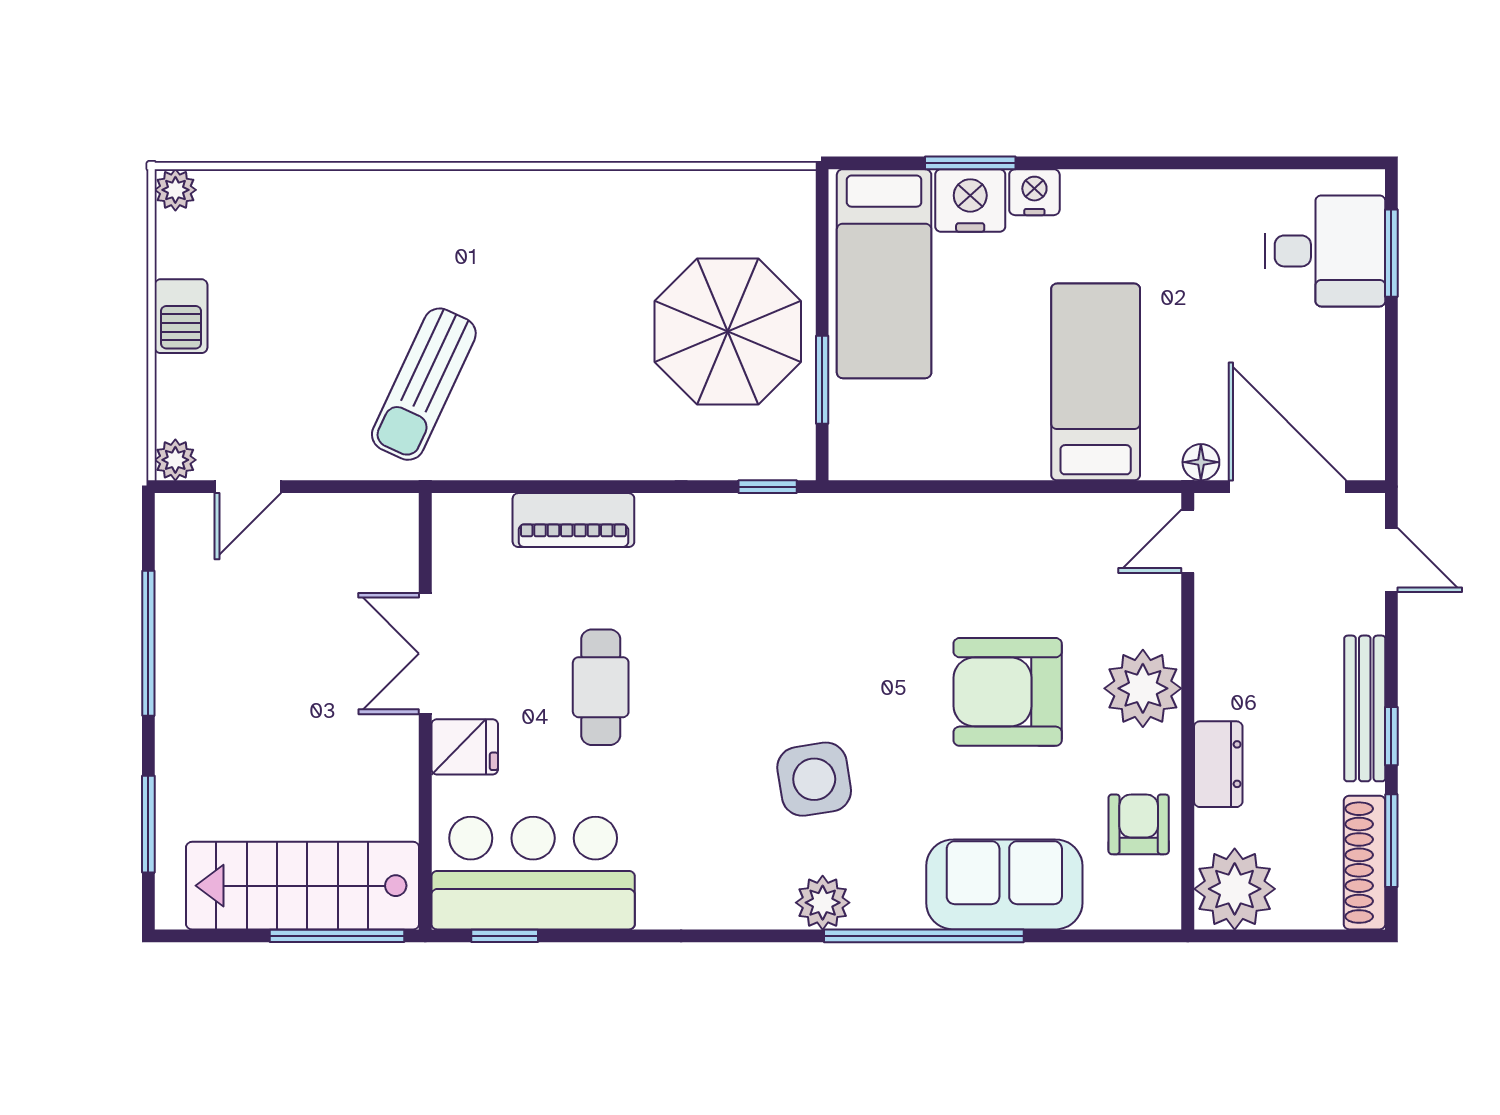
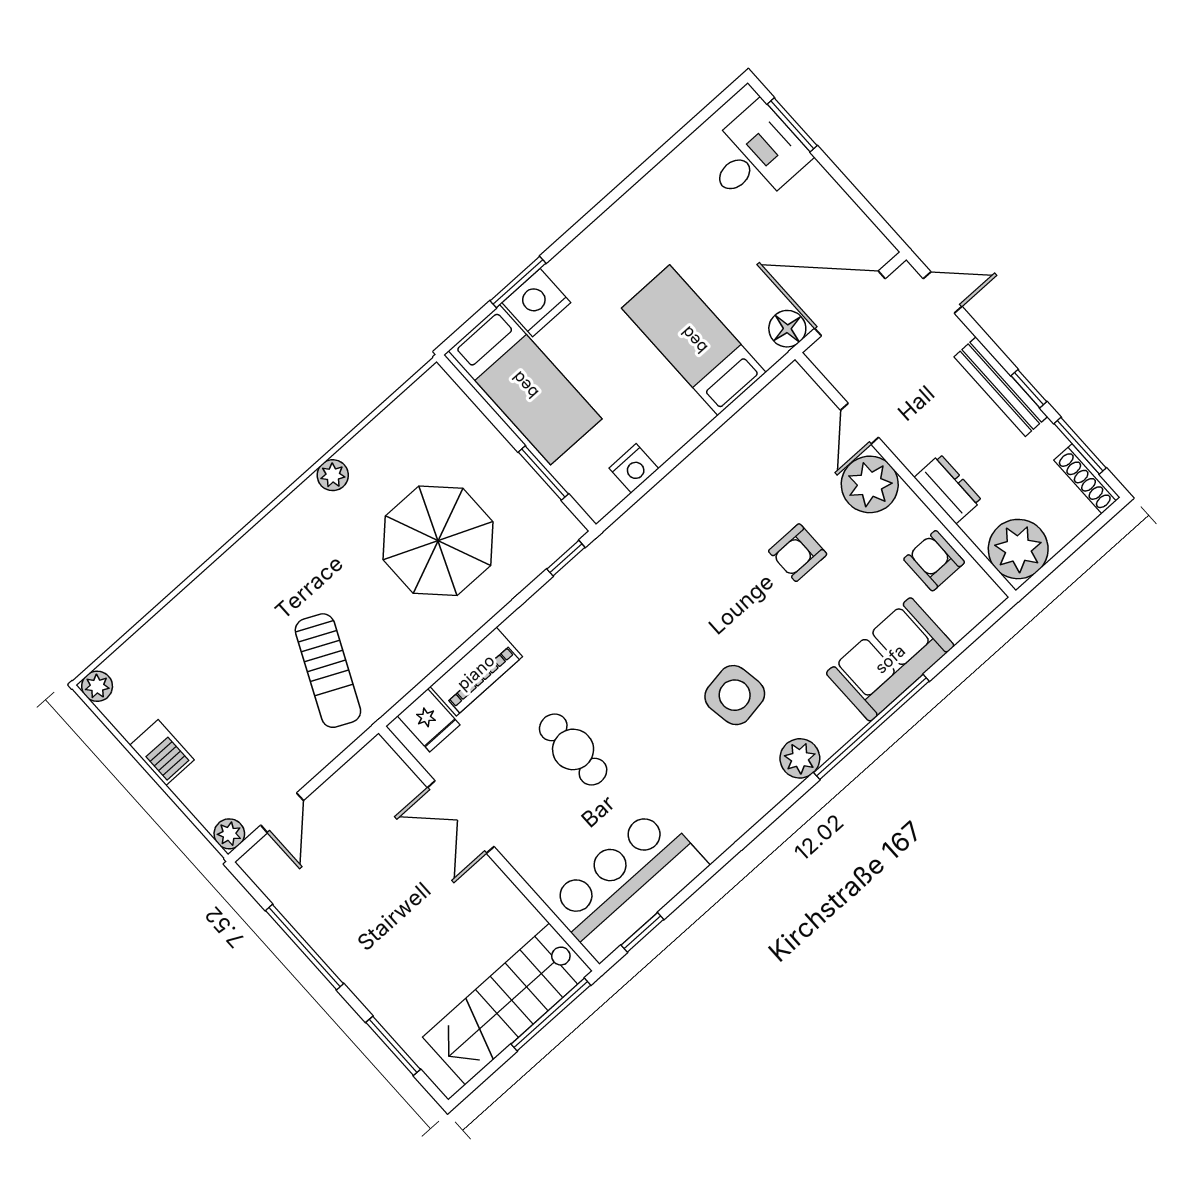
plant: (607, 190) -> (333, 475), added
nightstand: (1034, 192) -> (634, 468), moved, turned 180
parasol: (728, 332) -> (438, 541), moved
floor lamp: (1201, 462) -> (787, 329), width x1.37, depth x1.37
door: (1188, 541) -> (860, 424), moved
armchair: (1008, 692) -> (798, 553), width x0.53, depth x0.53
fridge: (465, 747) -> (429, 720), moved, turned 90
shoe rack: (1364, 863) -> (1087, 479), width x0.74, depth x0.81

